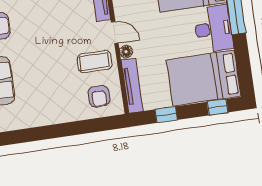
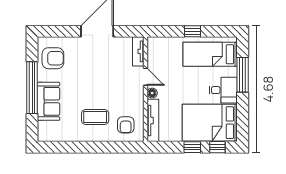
desk: (213, 29) -> (223, 90), width x0.73
coffee table: (95, 62) -> (95, 117), moved
window: (166, 115) -> (192, 147), moved

